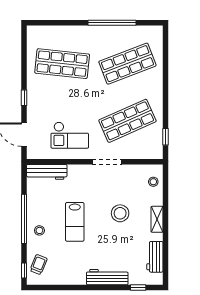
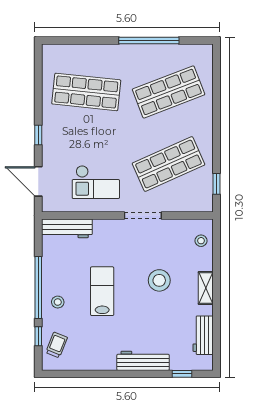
lab bench: (75, 222) -> (102, 291), turned 180
window: (24, 271) -> (38, 336), moved

